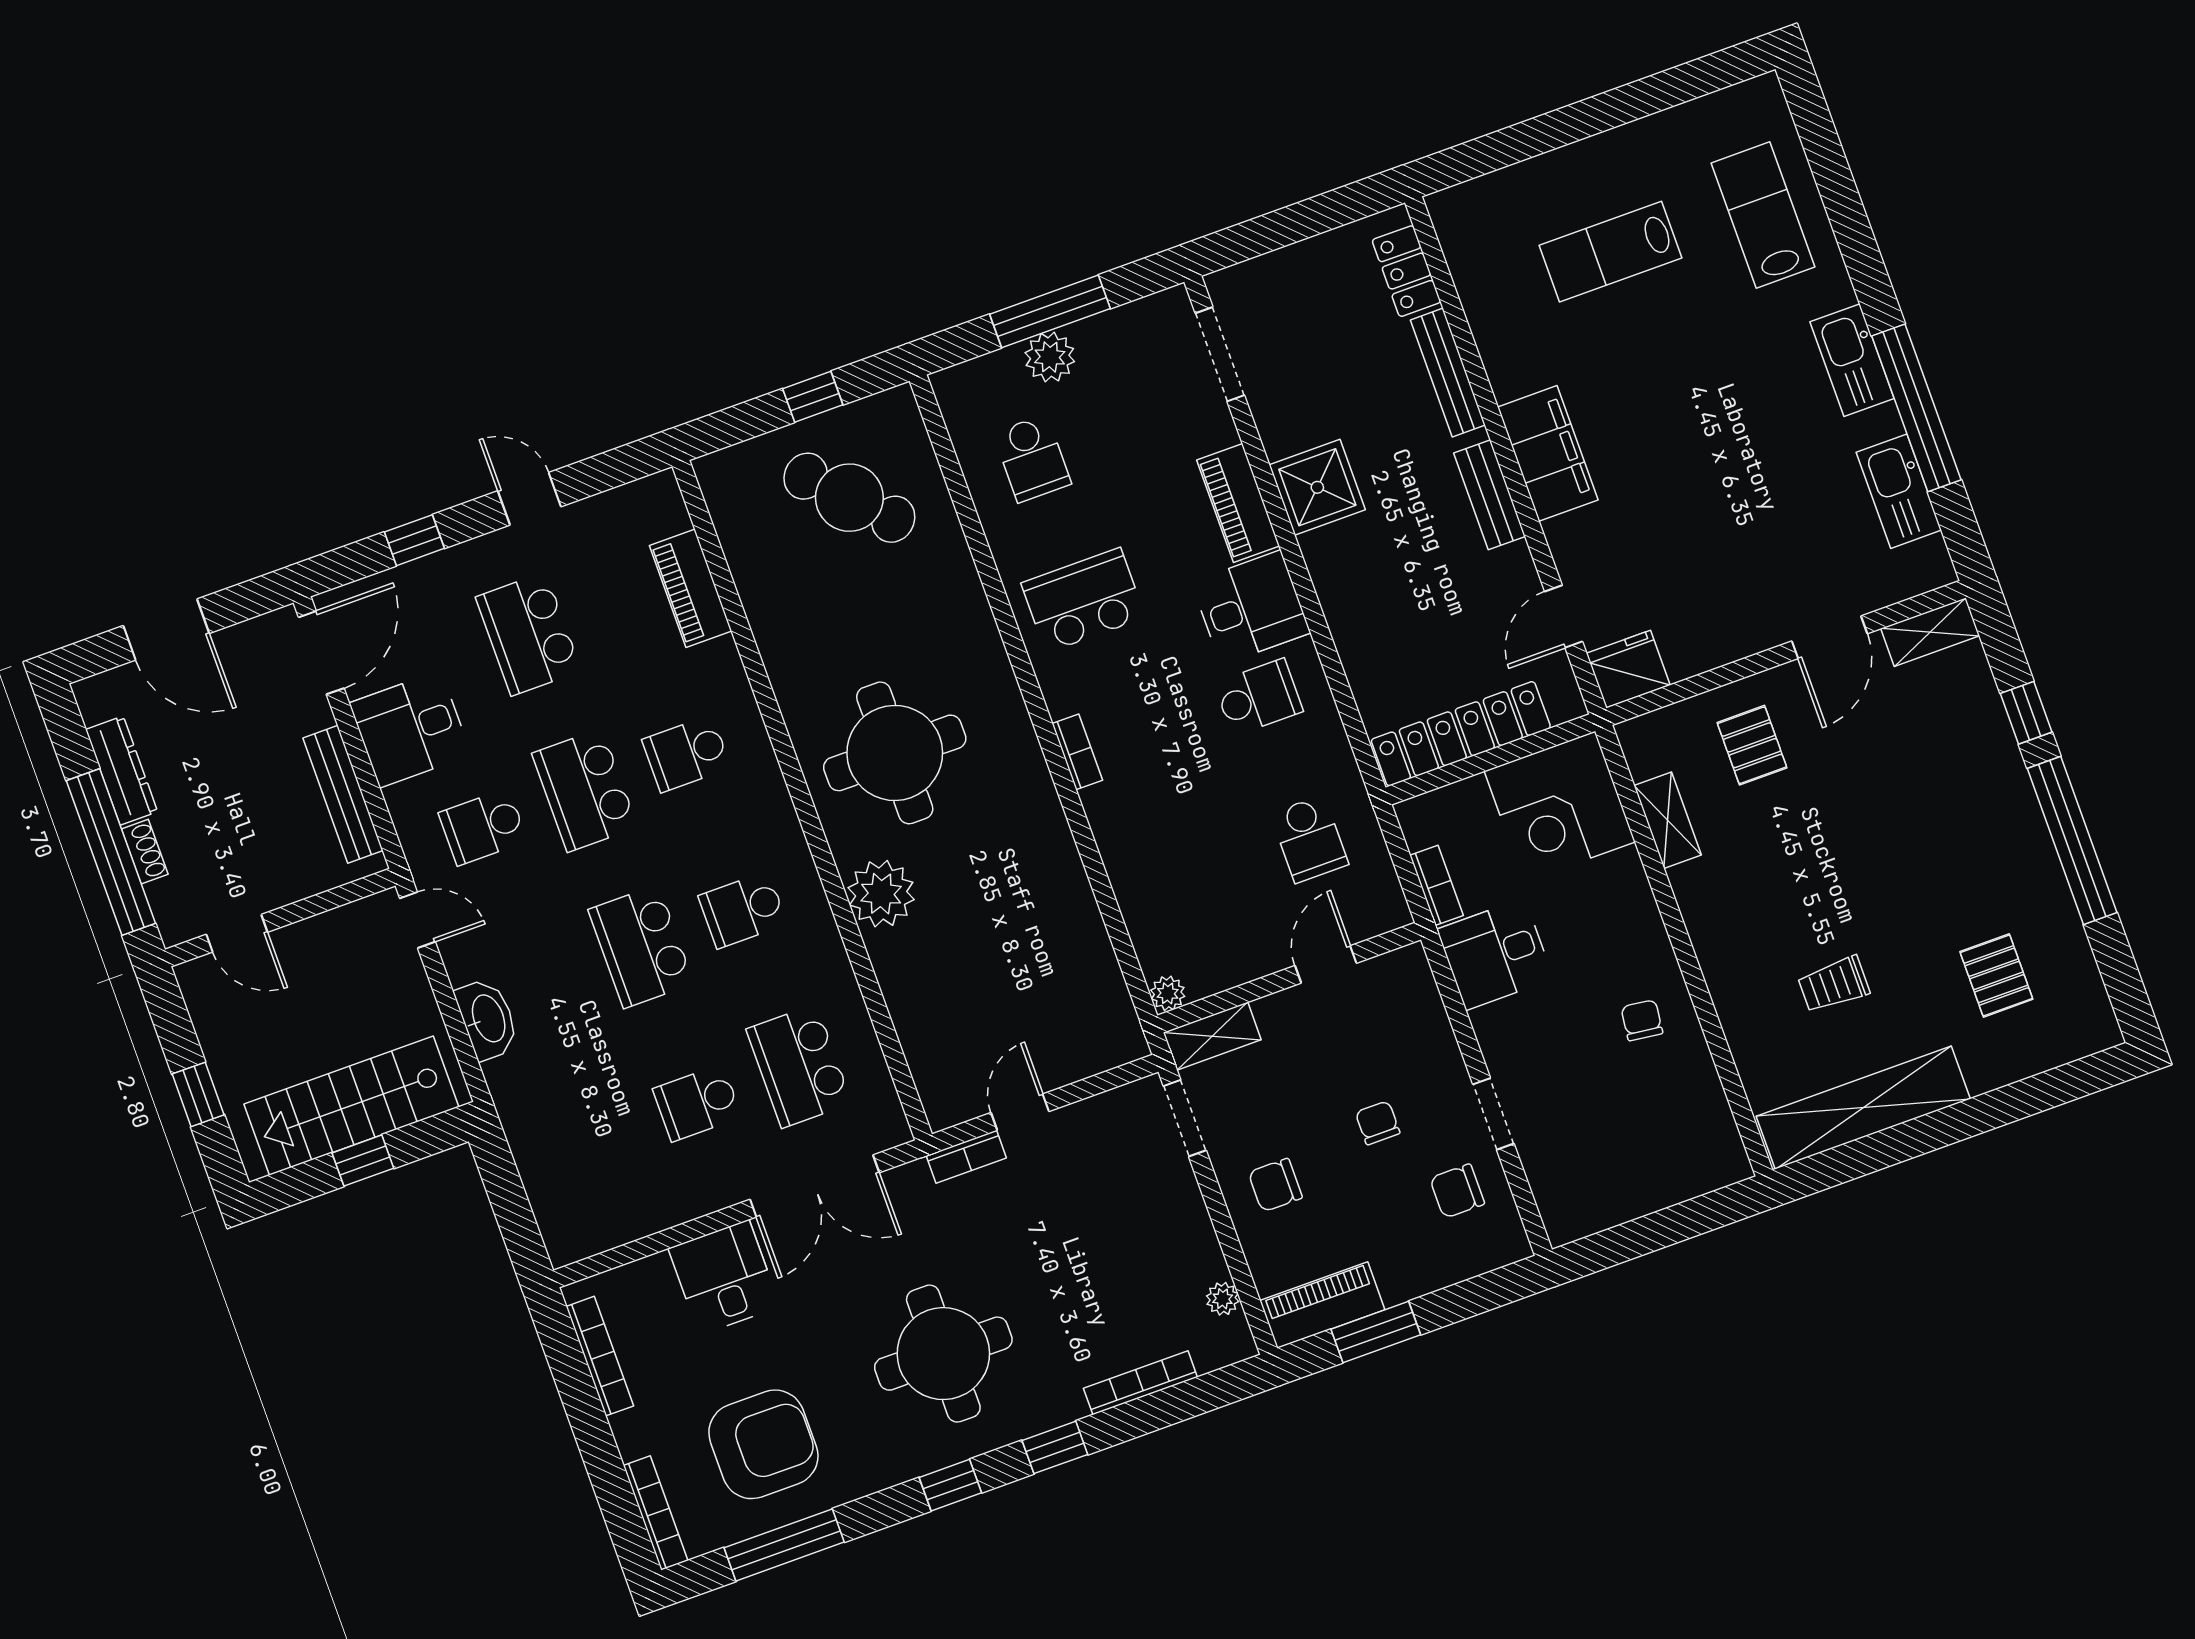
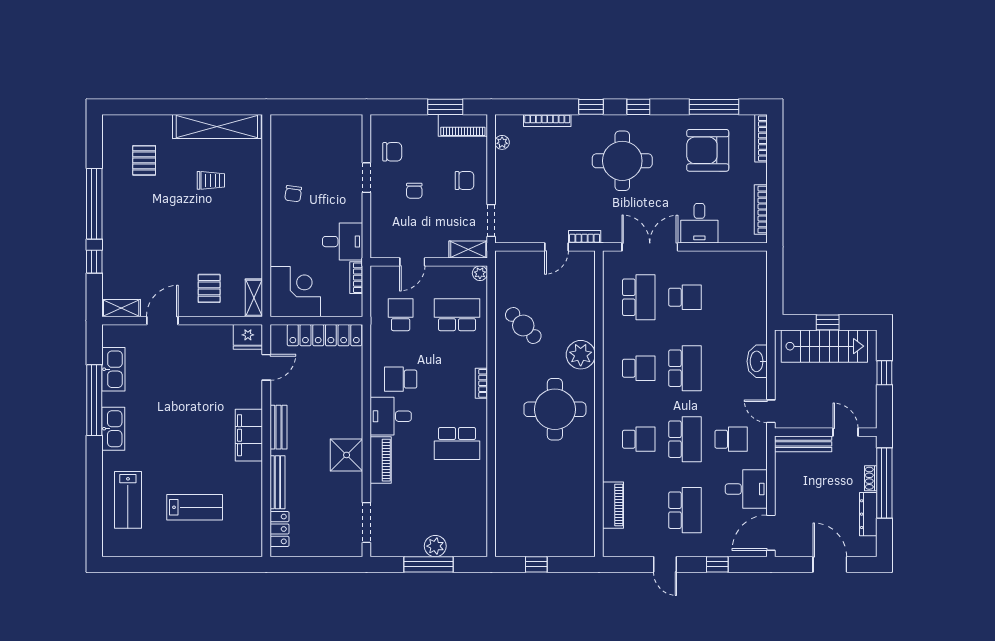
school desk: (1032, 458) -> (457, 315), moved, width x1.85
cafe table: (849, 498) -> (523, 325), moved, width x0.73, depth x0.74
bench: (343, 794) -> (803, 444), moved, turned 90
shelving: (1668, 820) -> (254, 298), moved

